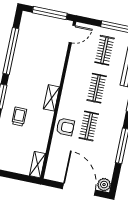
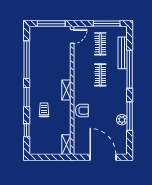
clothes rail: (89, 126) -> (100, 106), removed
plant: (104, 185) -> (122, 120), moved

